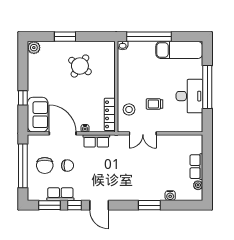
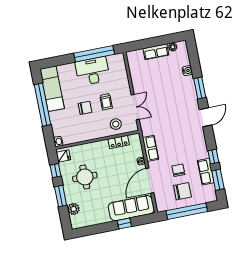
window: (93, 37) -> (56, 171), added
window: (149, 37) -> (42, 105), moved
plant: (34, 48) -> (74, 209), moved
fridge: (106, 48) -> (63, 156), added
round table: (80, 66) -> (85, 177), turned -35
chair: (152, 81) -> (85, 108), added
window: (207, 87) -> (94, 54), moved
locker: (110, 114) -> (119, 142), width x0.66
sofa: (38, 115) -> (131, 208), width x1.36
door: (99, 205) -> (206, 117), moved

